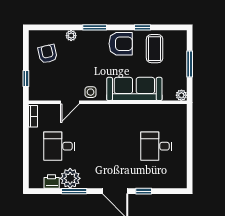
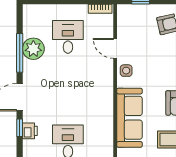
printer: (52, 182) -> (30, 131), moved
window: (74, 191) -> (20, 53), width x1.44

